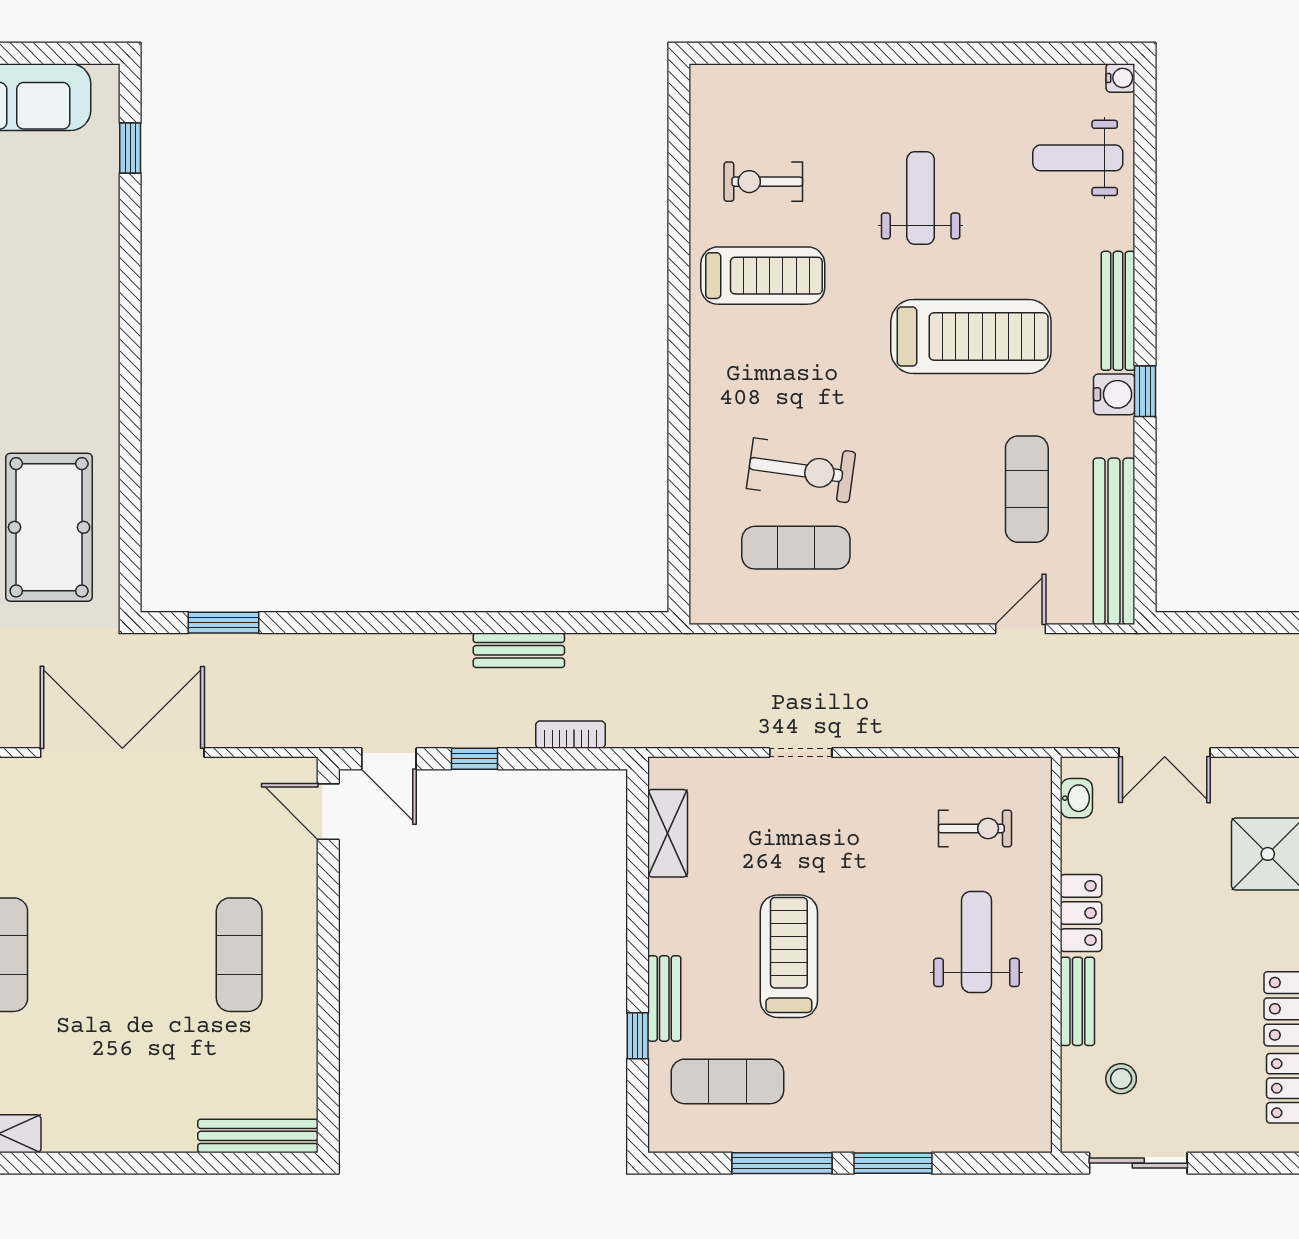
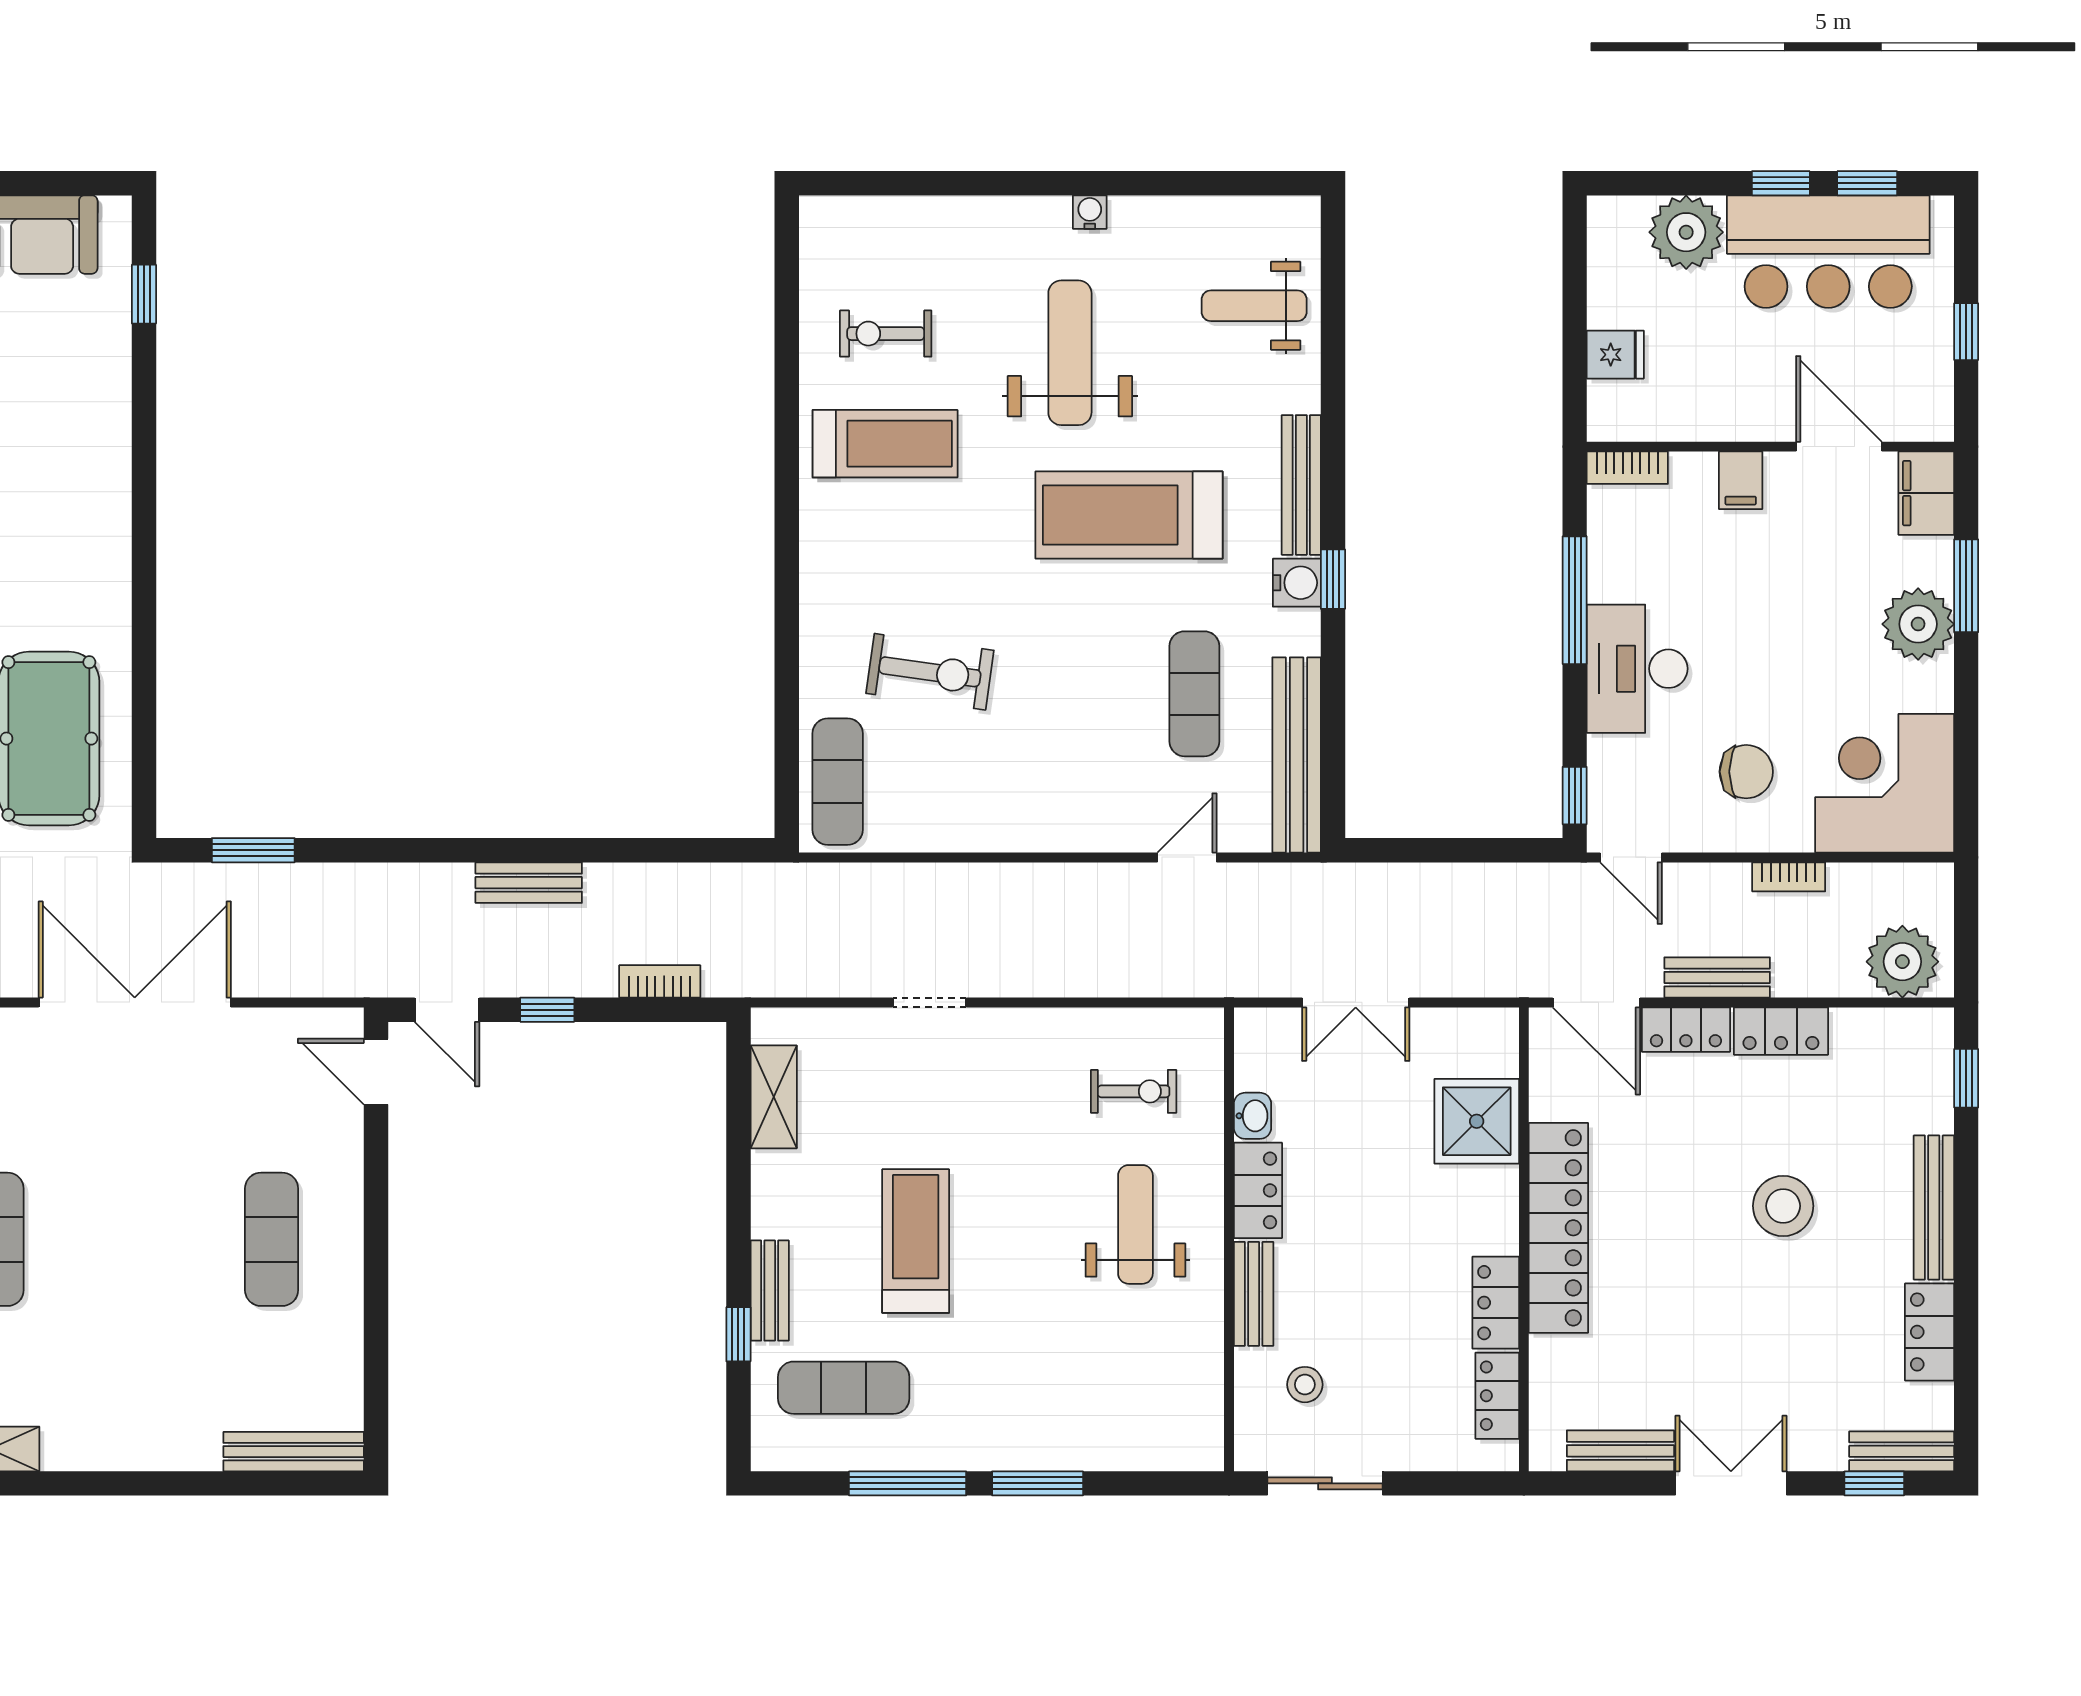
water cooler: (1120, 78) -> (1090, 212), moved, turned -90
weight bench: (921, 198) -> (1070, 353), width x1.36, depth x1.33
treadmill: (971, 336) -> (1129, 515), turned 180
exercise mat: (796, 548) -> (838, 782), moved, turned 90
bench: (519, 650) -> (529, 883), moved
washbasin: (1076, 798) -> (1253, 1116), moved

